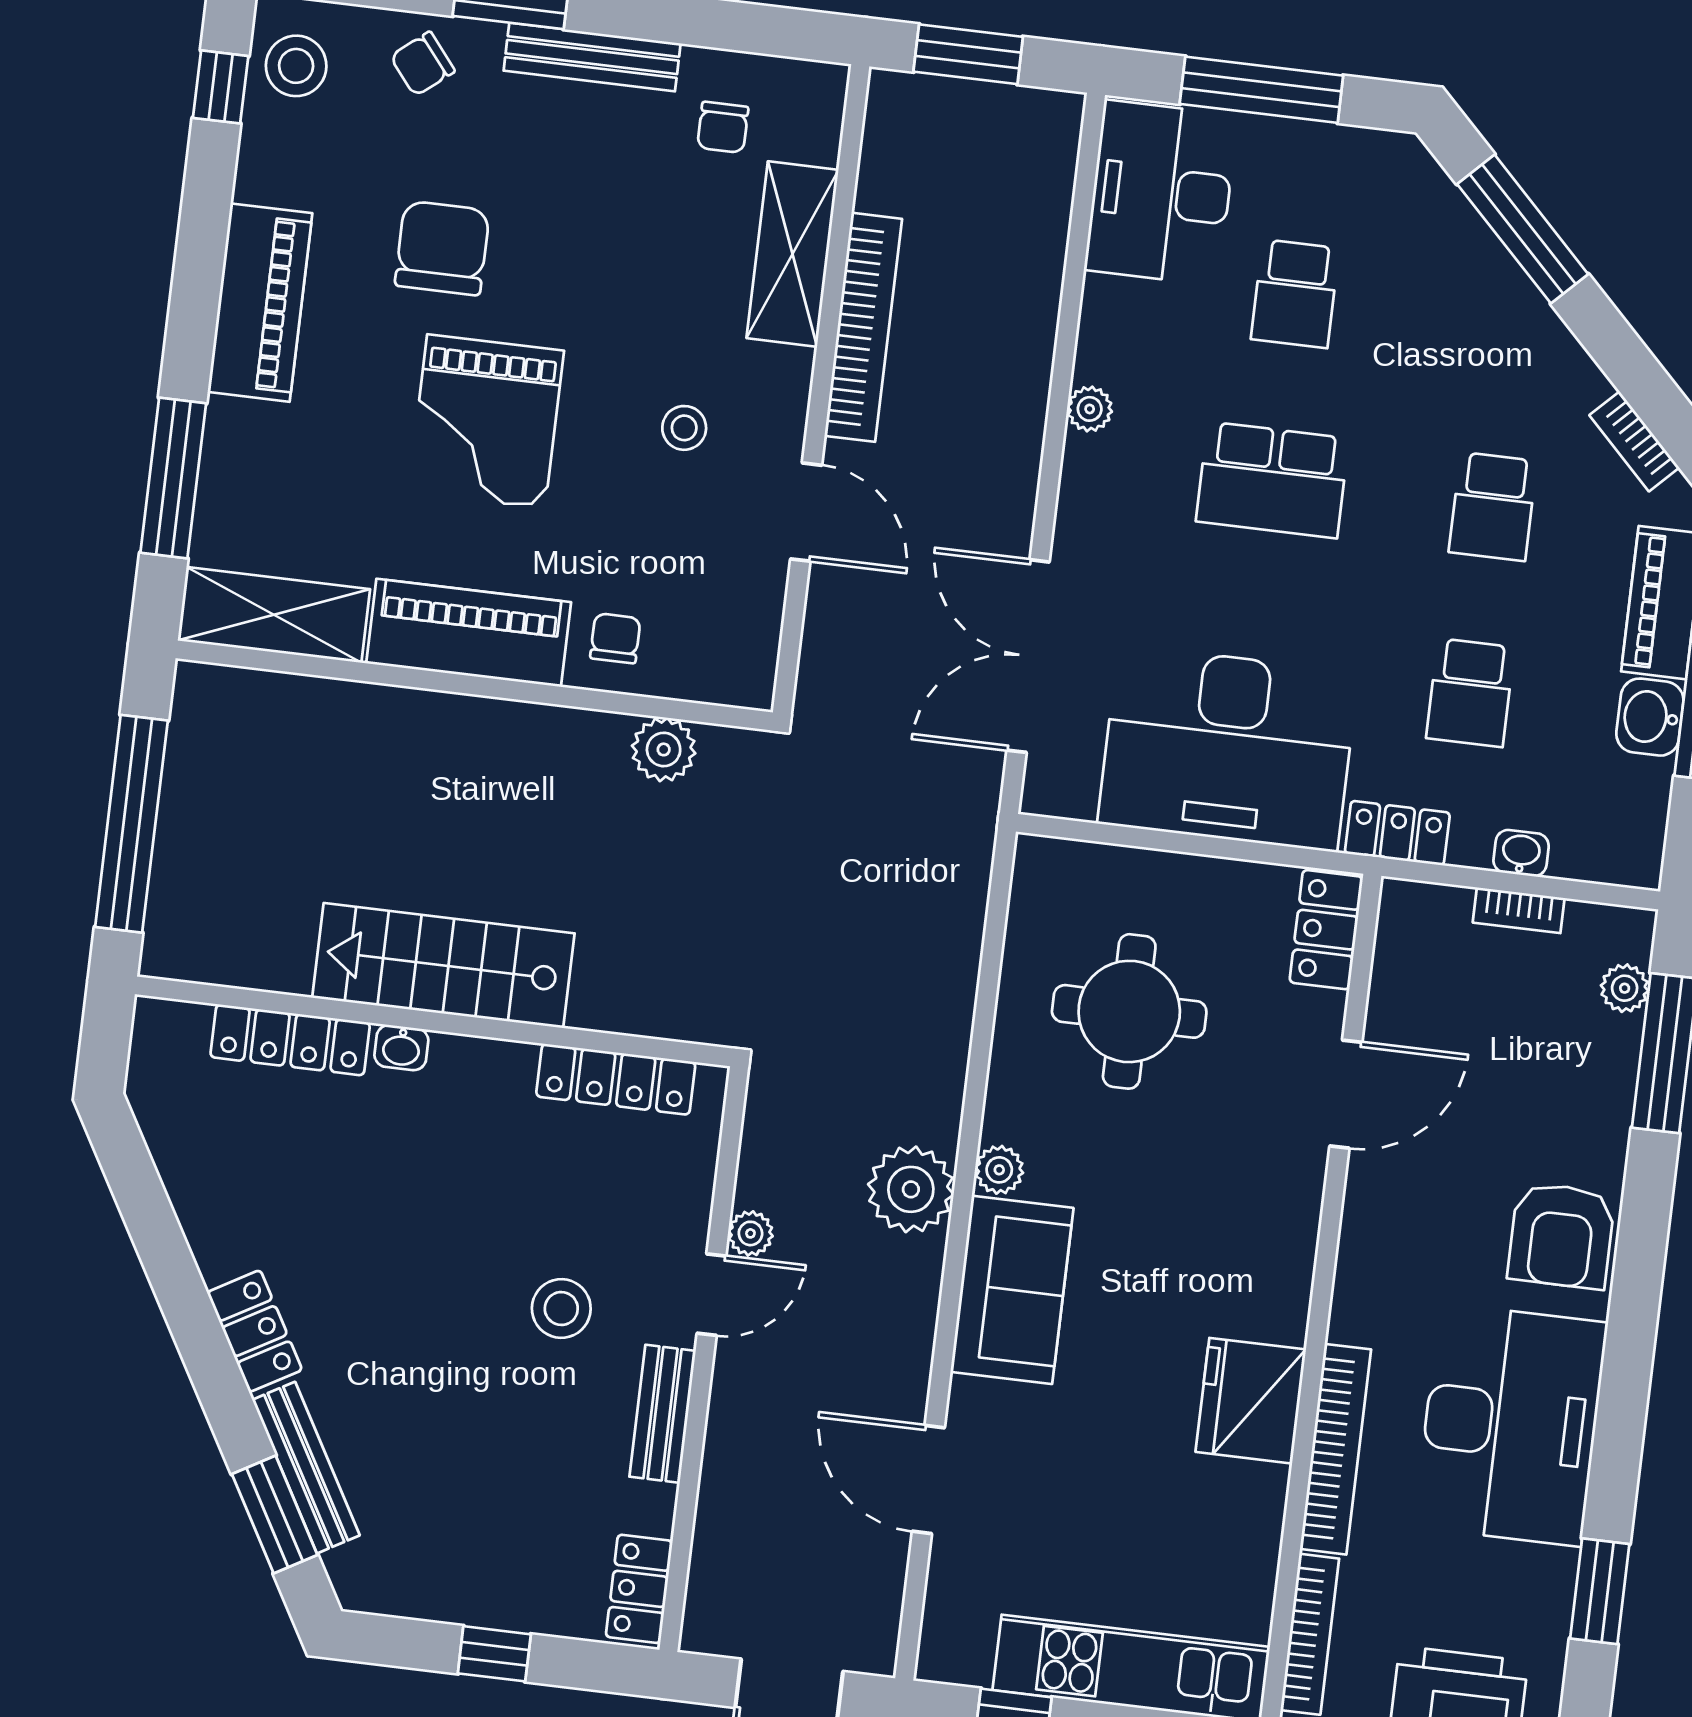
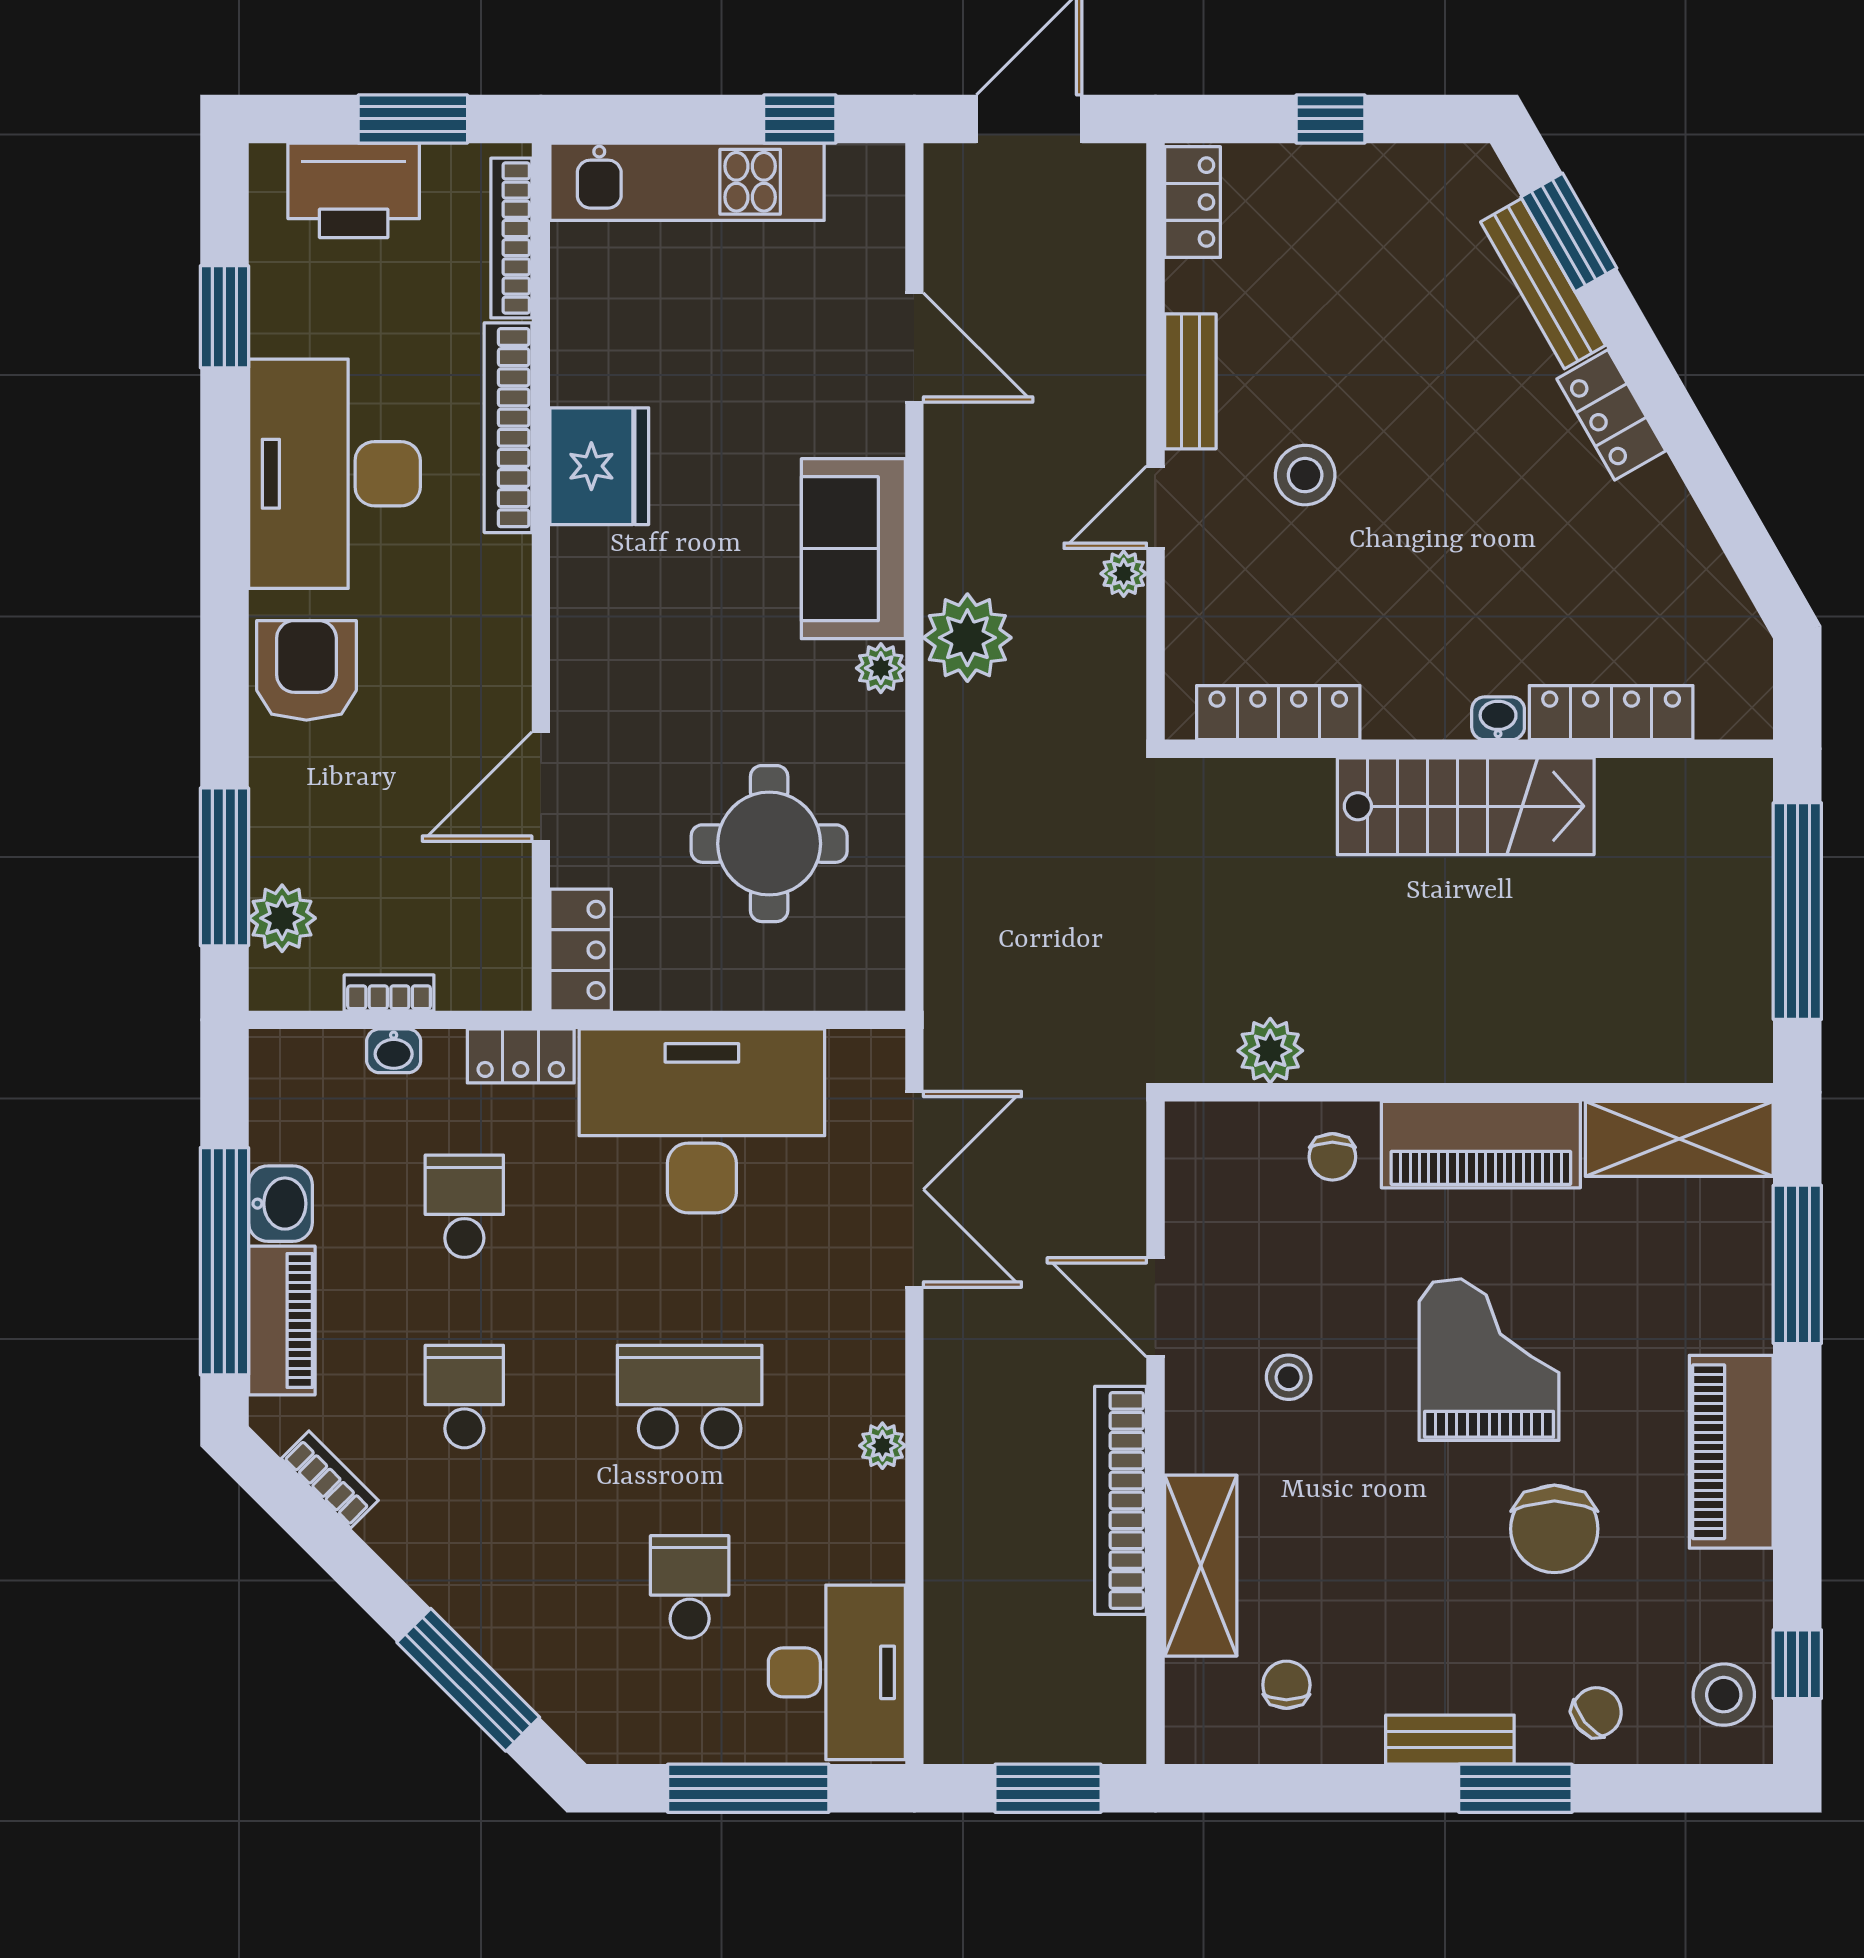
bench: (592, 57) -> (1450, 1740), width x0.73
plant: (1625, 988) -> (282, 918), width x1.38, depth x1.38

